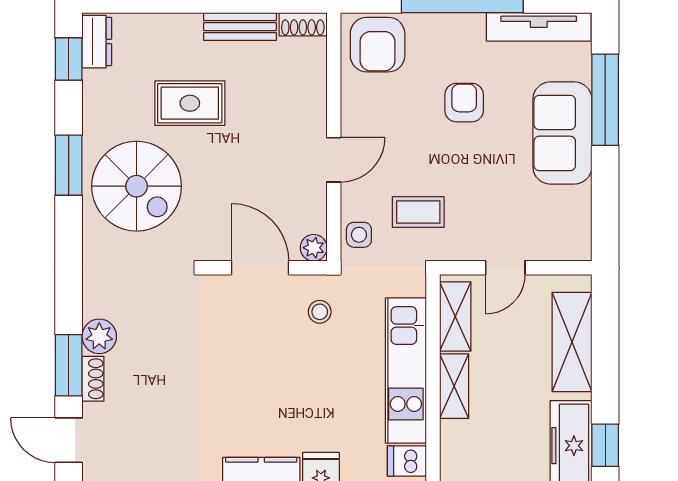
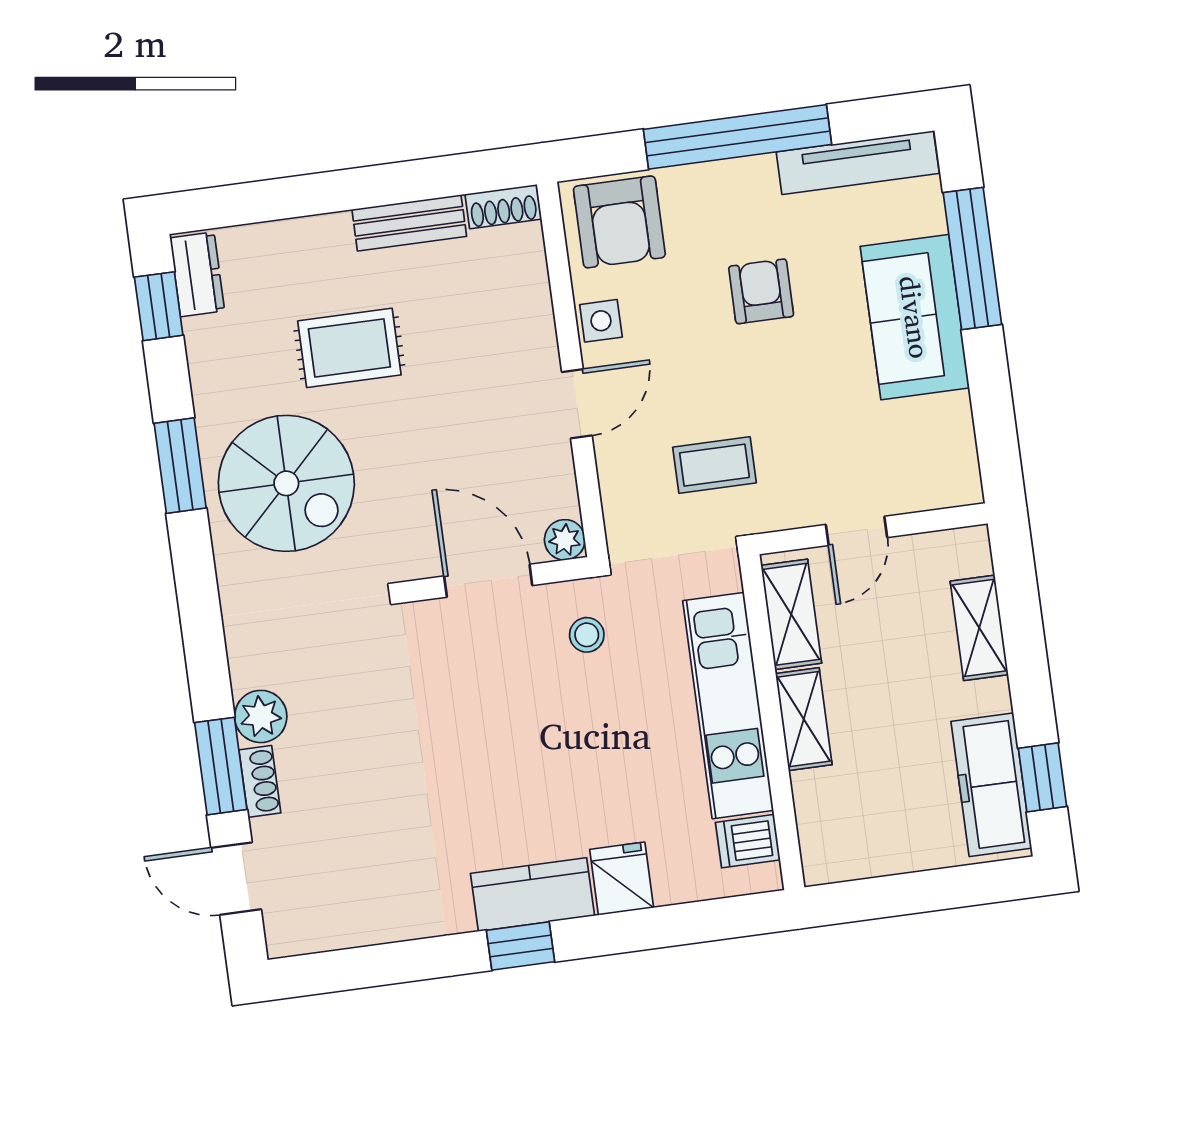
side table: (359, 235) -> (601, 321), moved
shelving: (572, 342) -> (979, 628), width x0.67, depth x0.75

